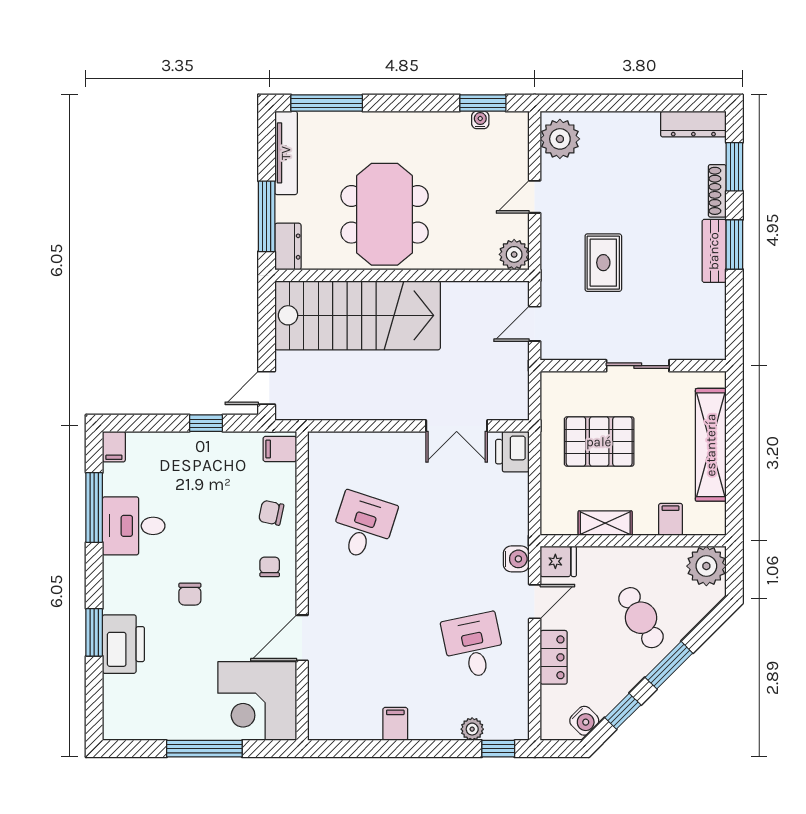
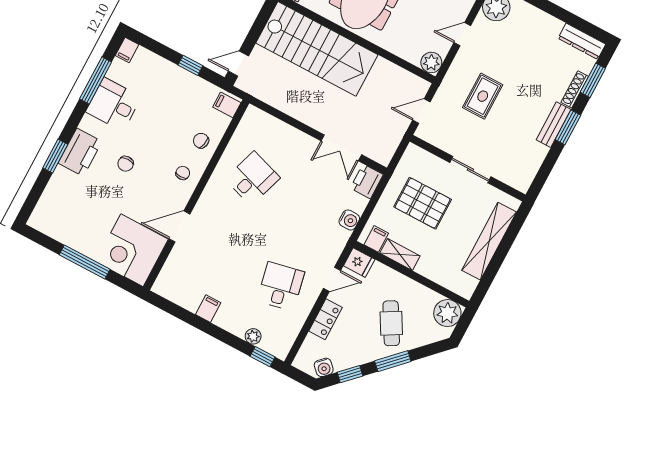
filing cabinet: (671, 519) -> (376, 239), moved
water cooler: (516, 559) -> (349, 220), moved
printer: (123, 644) -> (80, 152), moved

